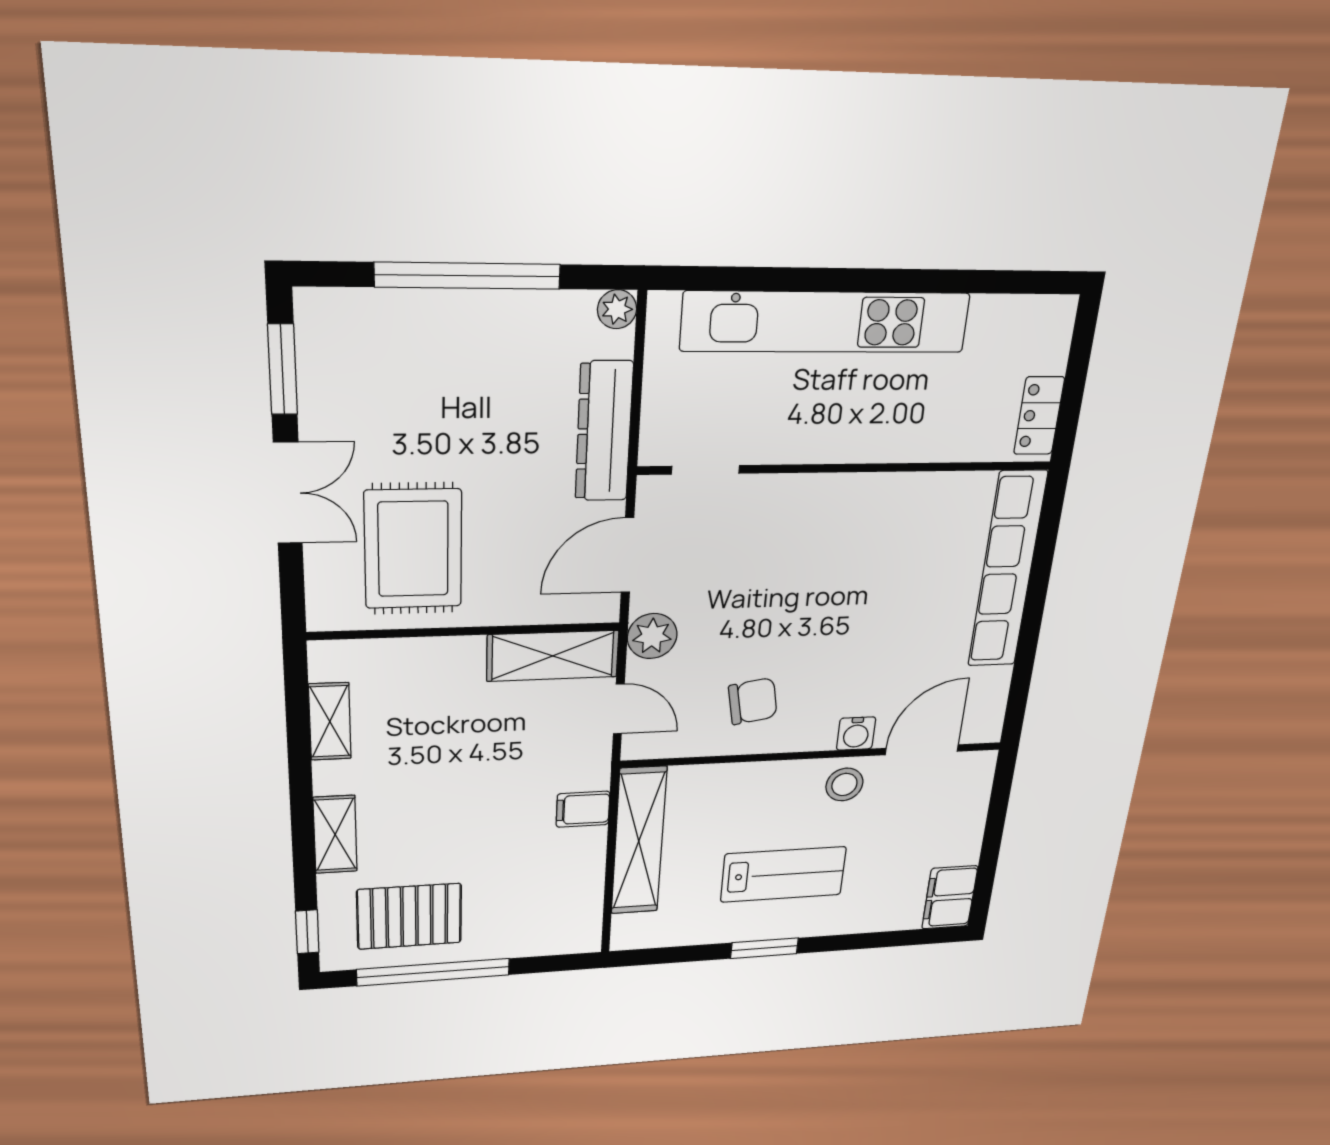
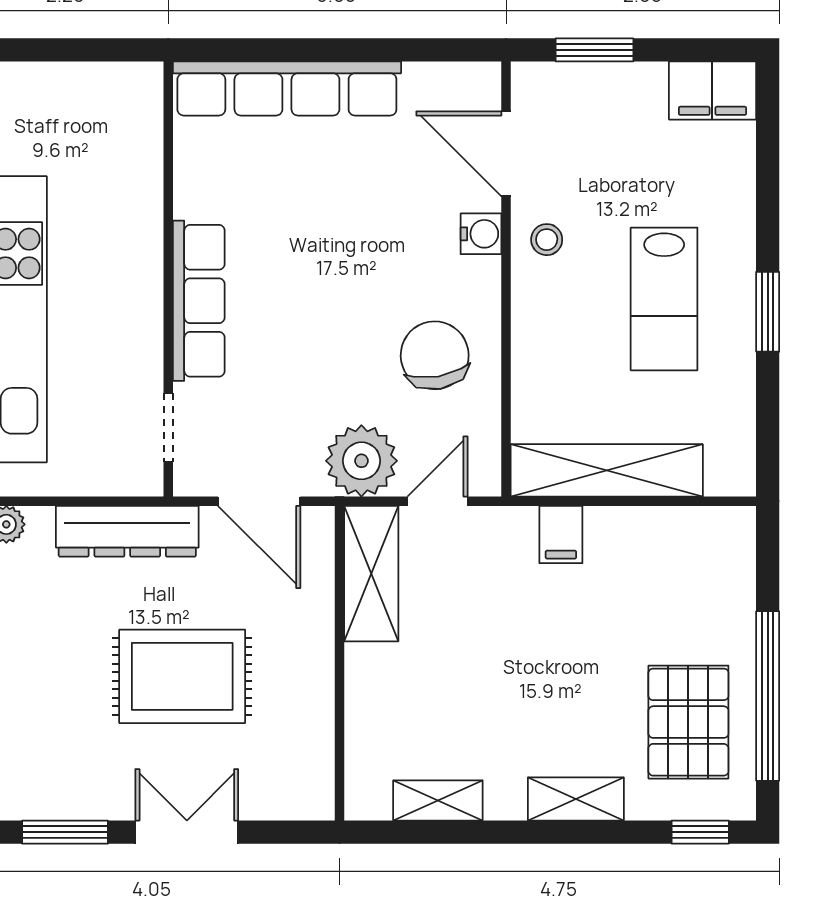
locker: (1039, 416) -> (114, 82), removed
row of seats: (825, 496) -> (199, 301), added
rug: (413, 549) -> (182, 676), moved
plant: (652, 636) -> (361, 461), width x1.36, depth x1.36
chair: (753, 701) -> (435, 355), width x1.37, depth x1.37
stool: (844, 784) -> (547, 240), width x0.73, depth x0.73
window: (997, 811) -> (594, 50), added
lab bench: (783, 874) -> (664, 299), turned 180

